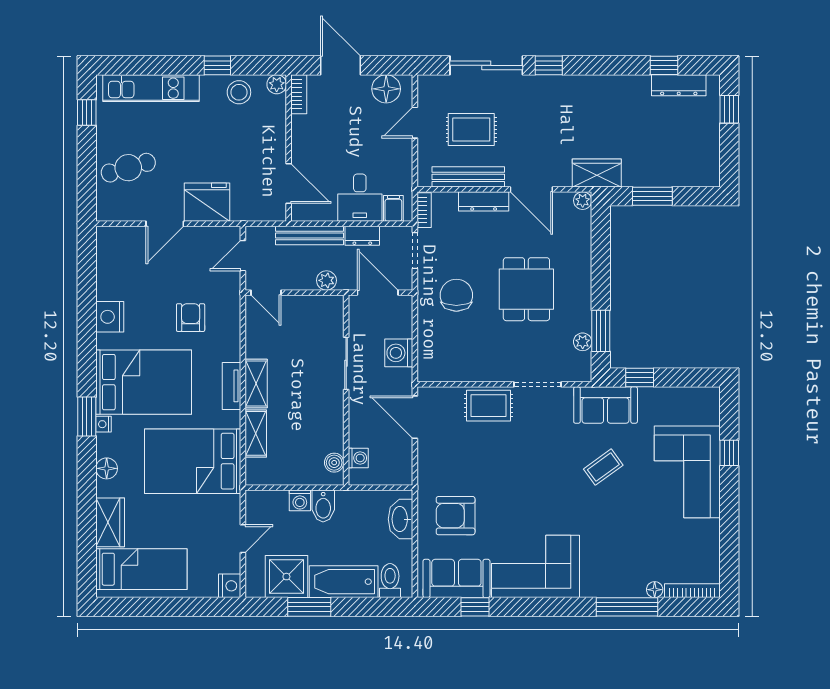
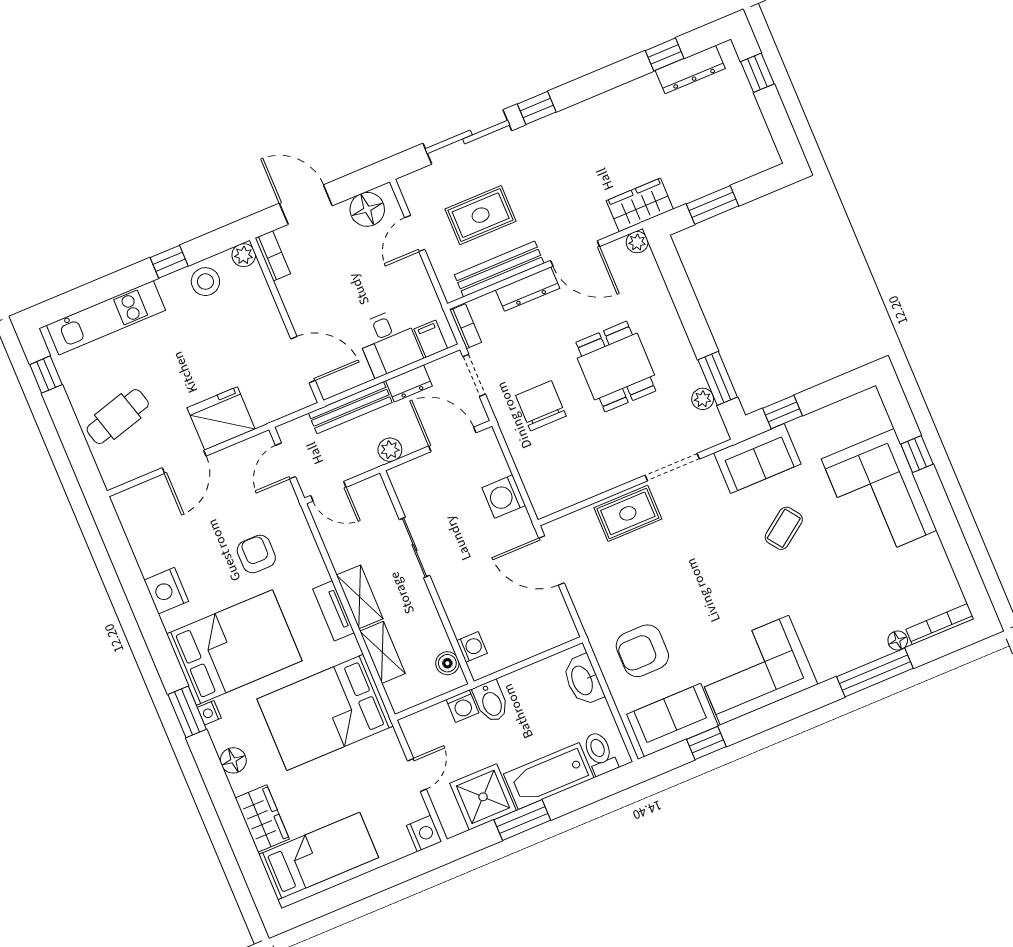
sliding door: (346, 363) -> (415, 548), moved
wall: (346, 390) -> (427, 577), moved
washing machine: (358, 458) -> (472, 647), moved
boiler: (334, 463) -> (447, 663), moved

